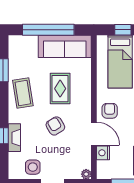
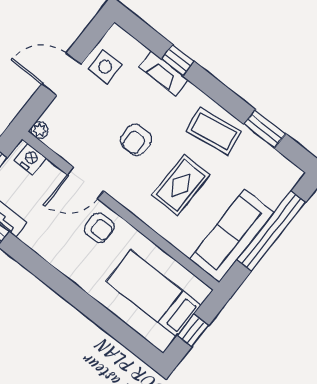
rug: (60, 89) -> (181, 185), turned 90
armchair: (55, 126) -> (136, 140), turned 121
nightstand: (103, 153) -> (30, 159), moved

